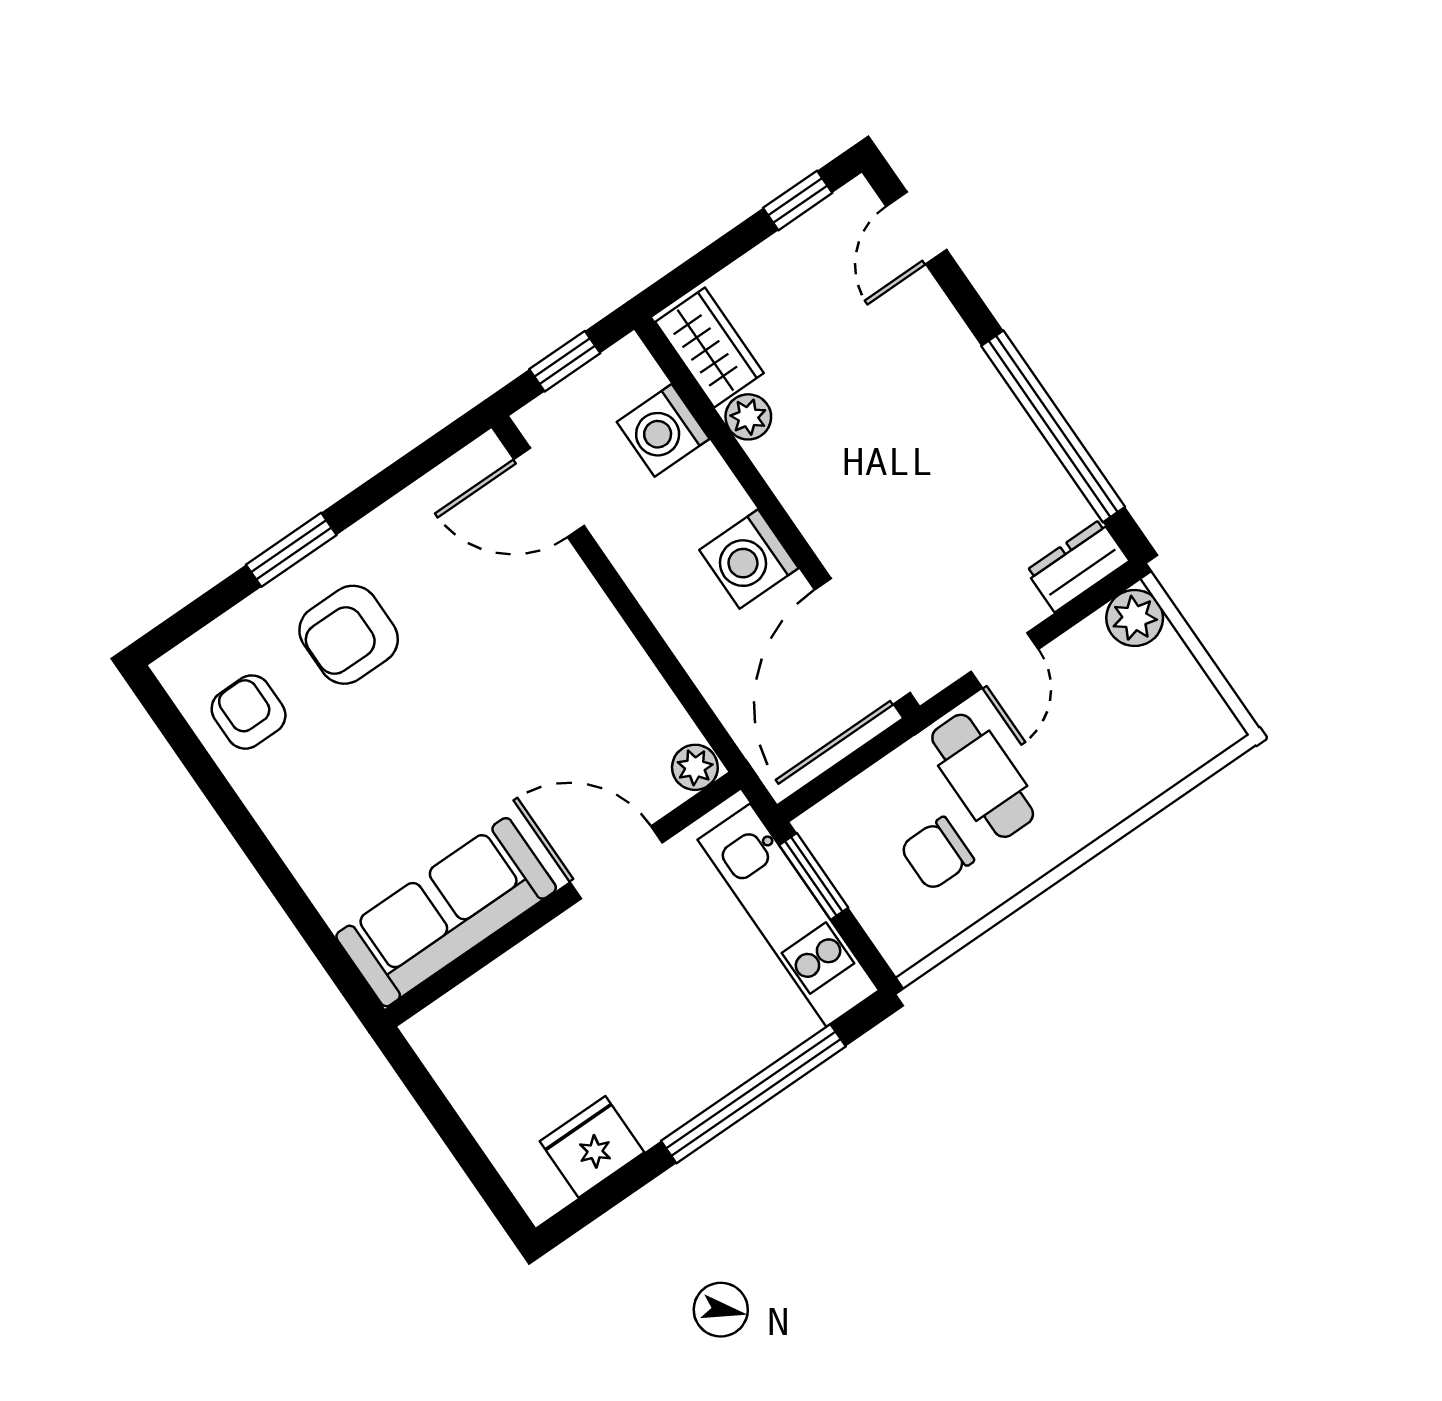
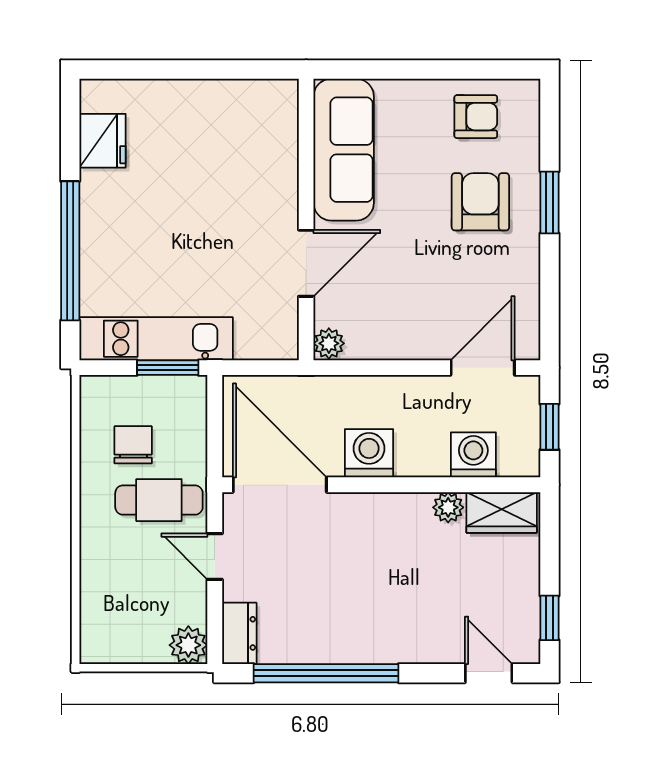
plant: (695, 767) -> (329, 343), moved
door: (616, 862) -> (306, 263), moved
wall: (563, 899) -> (306, 219), moved
sofa: (446, 912) -> (344, 150), moved

